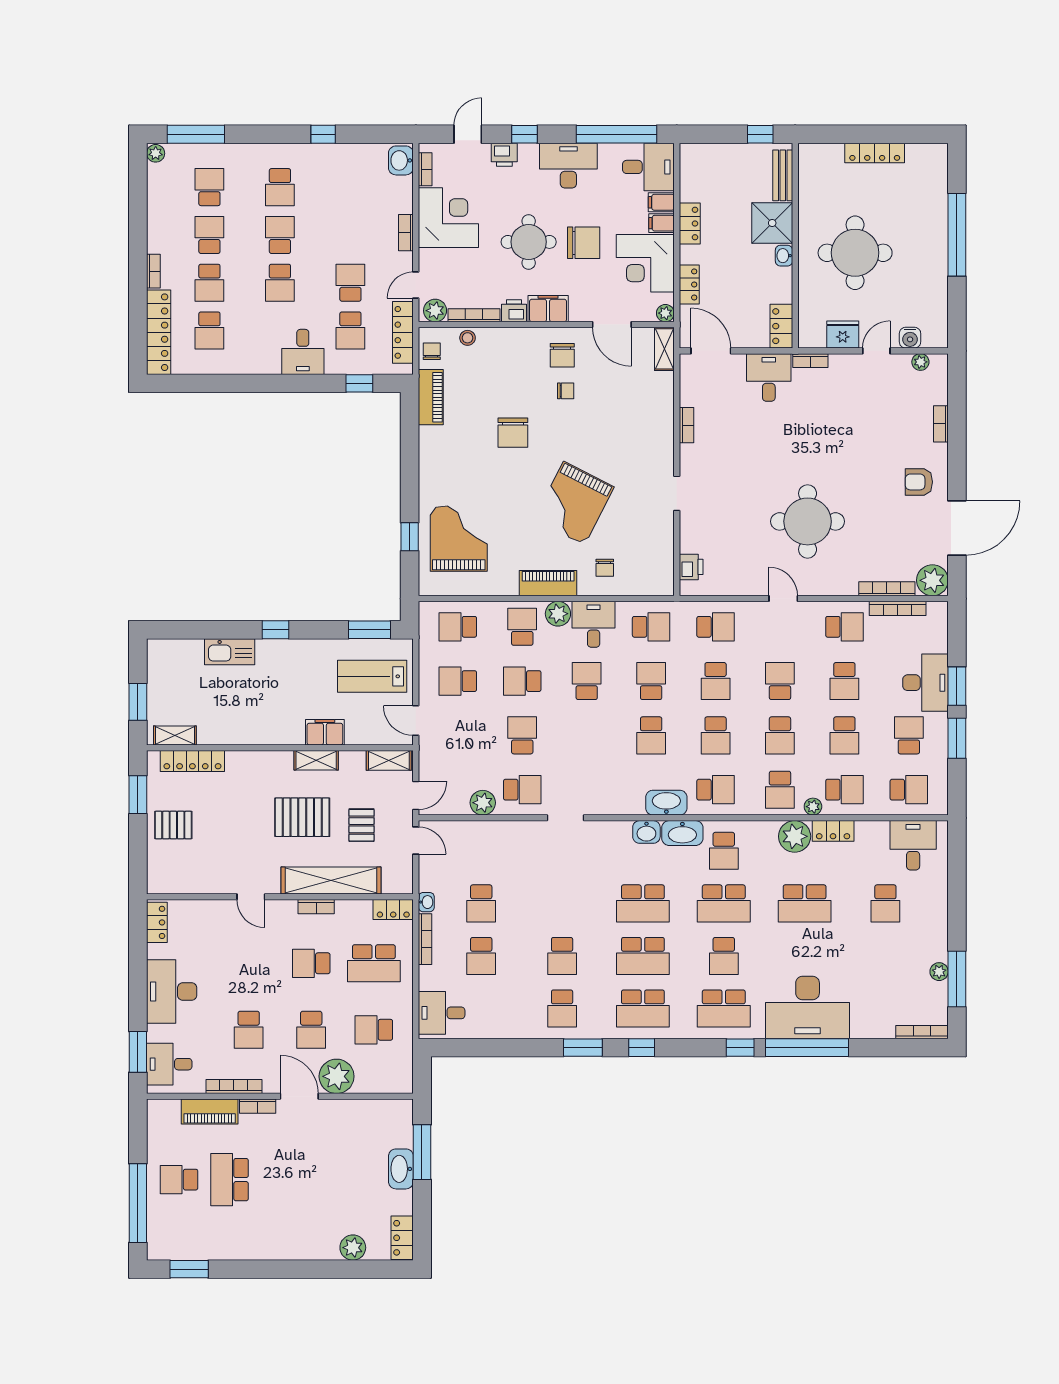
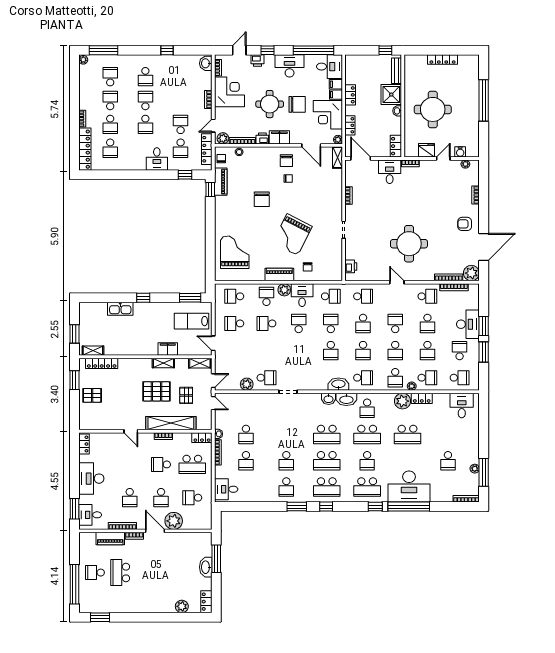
window: (410, 537) -> (210, 189), moved
school desk: (522, 735) -> (266, 351), removed
school desk: (885, 903) -> (448, 461), moved

